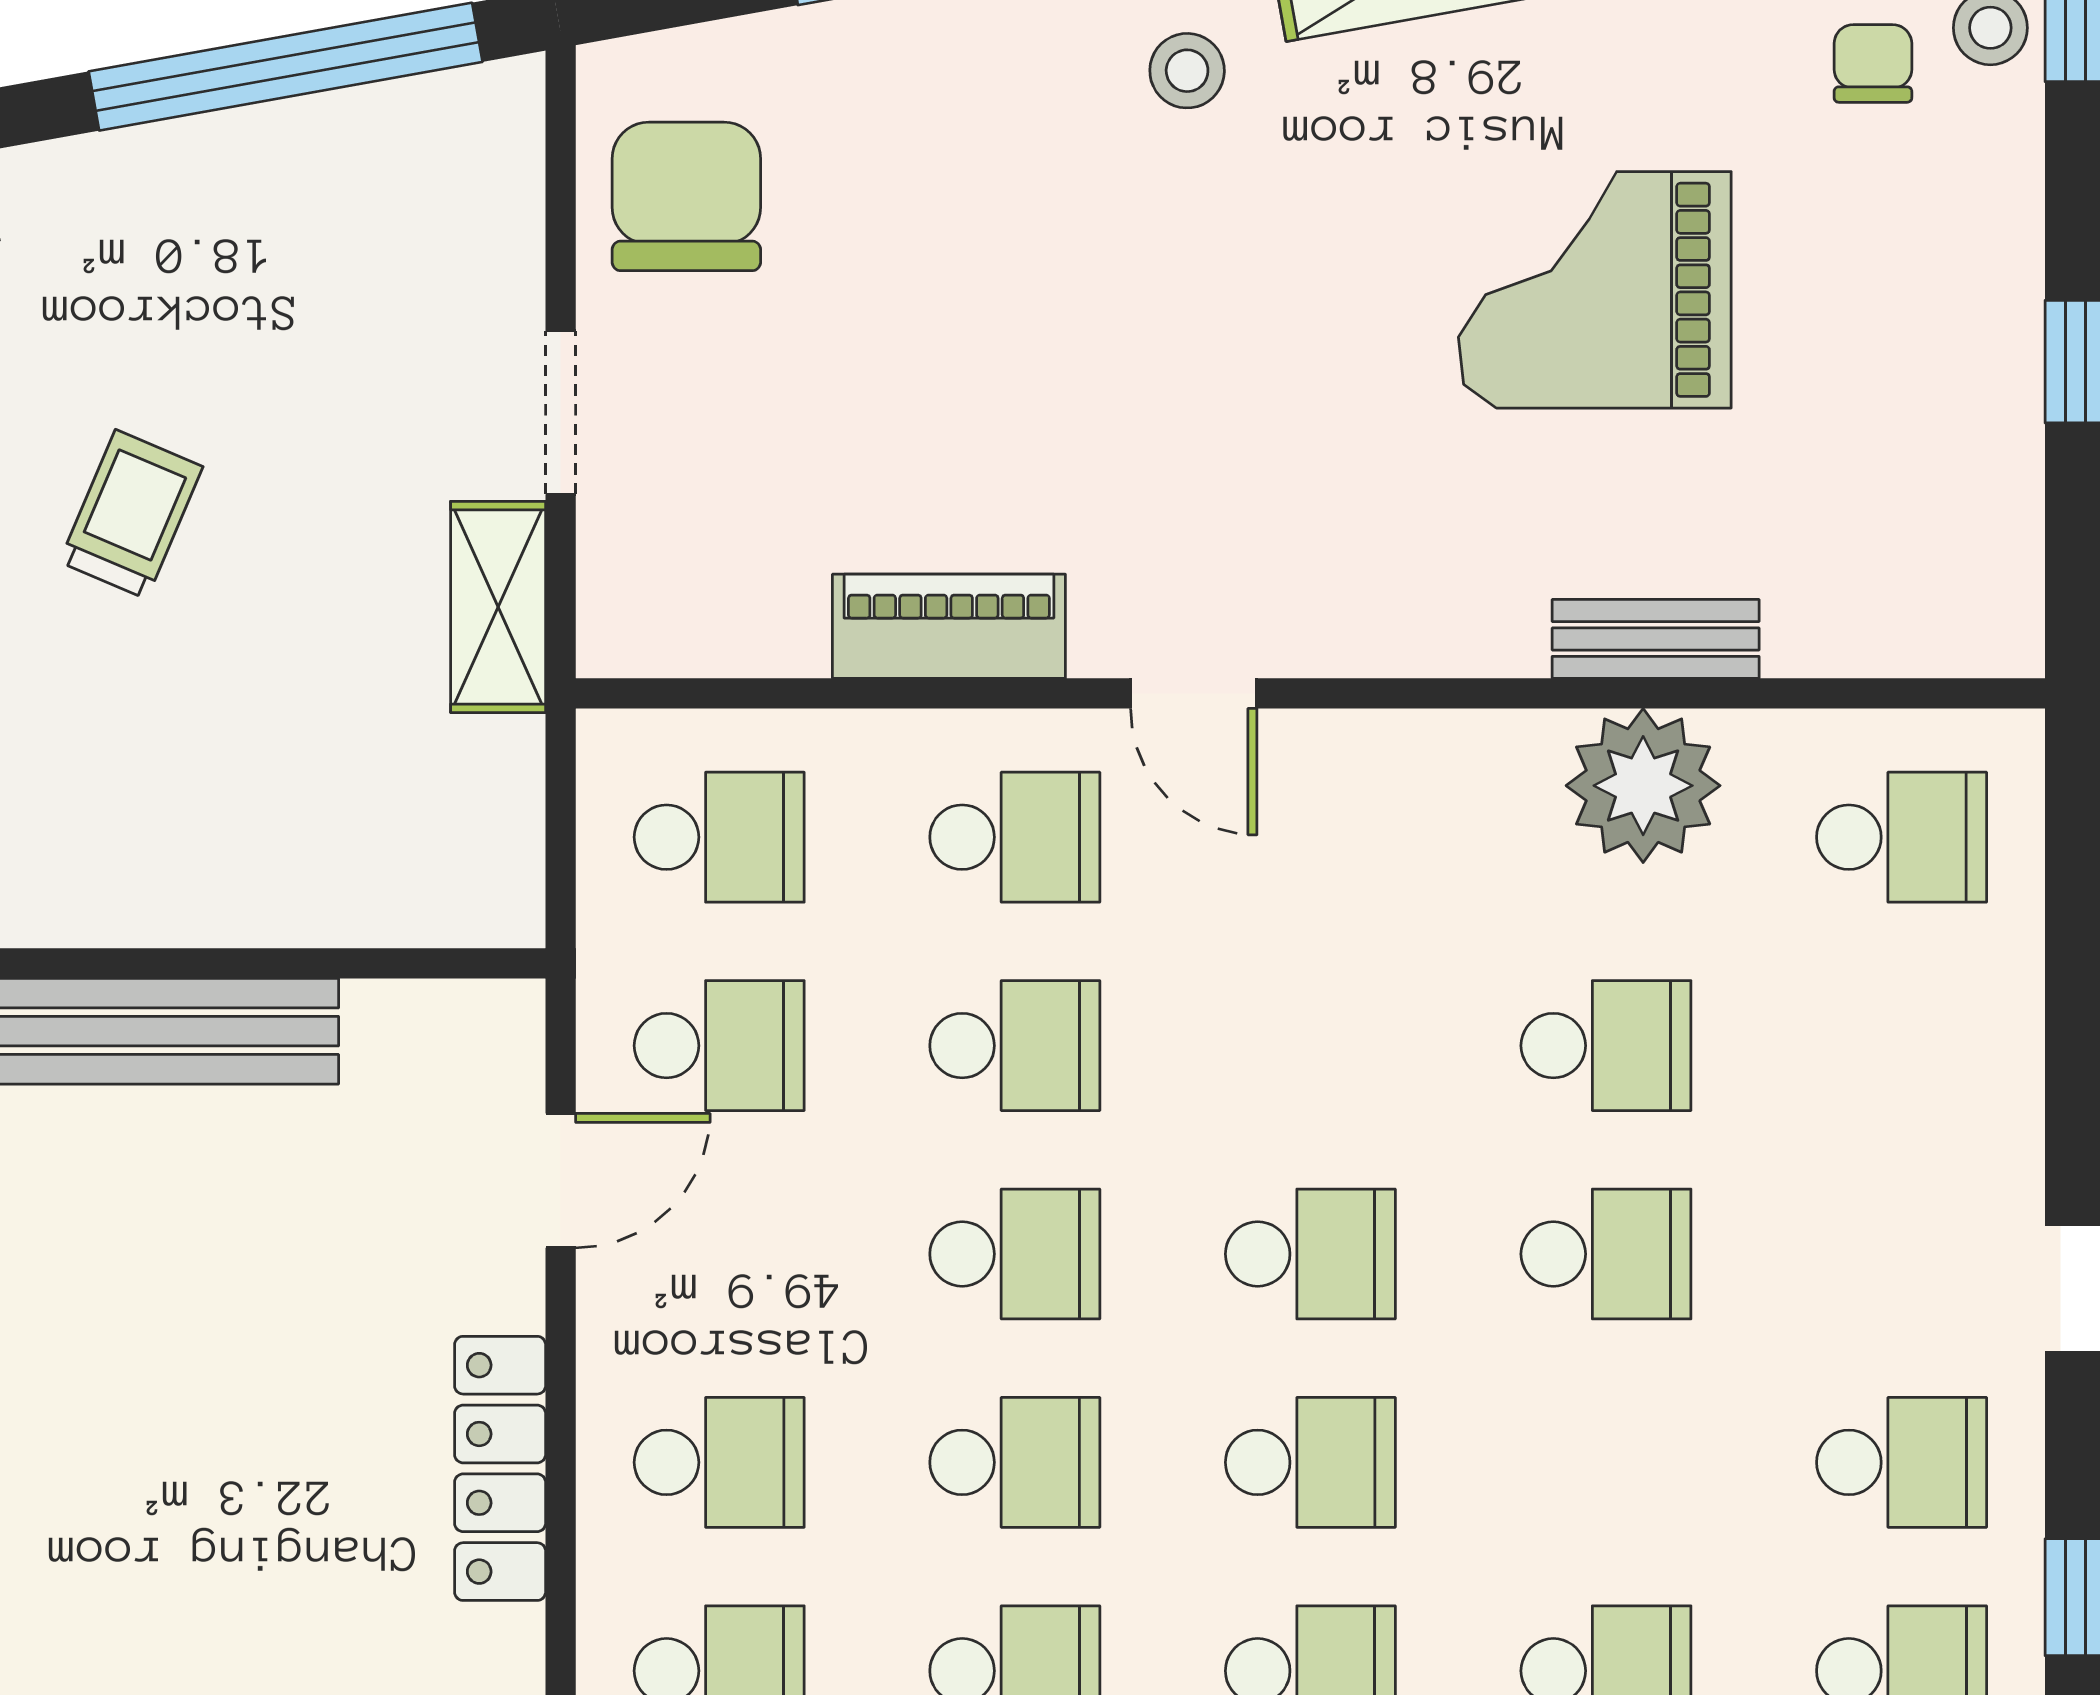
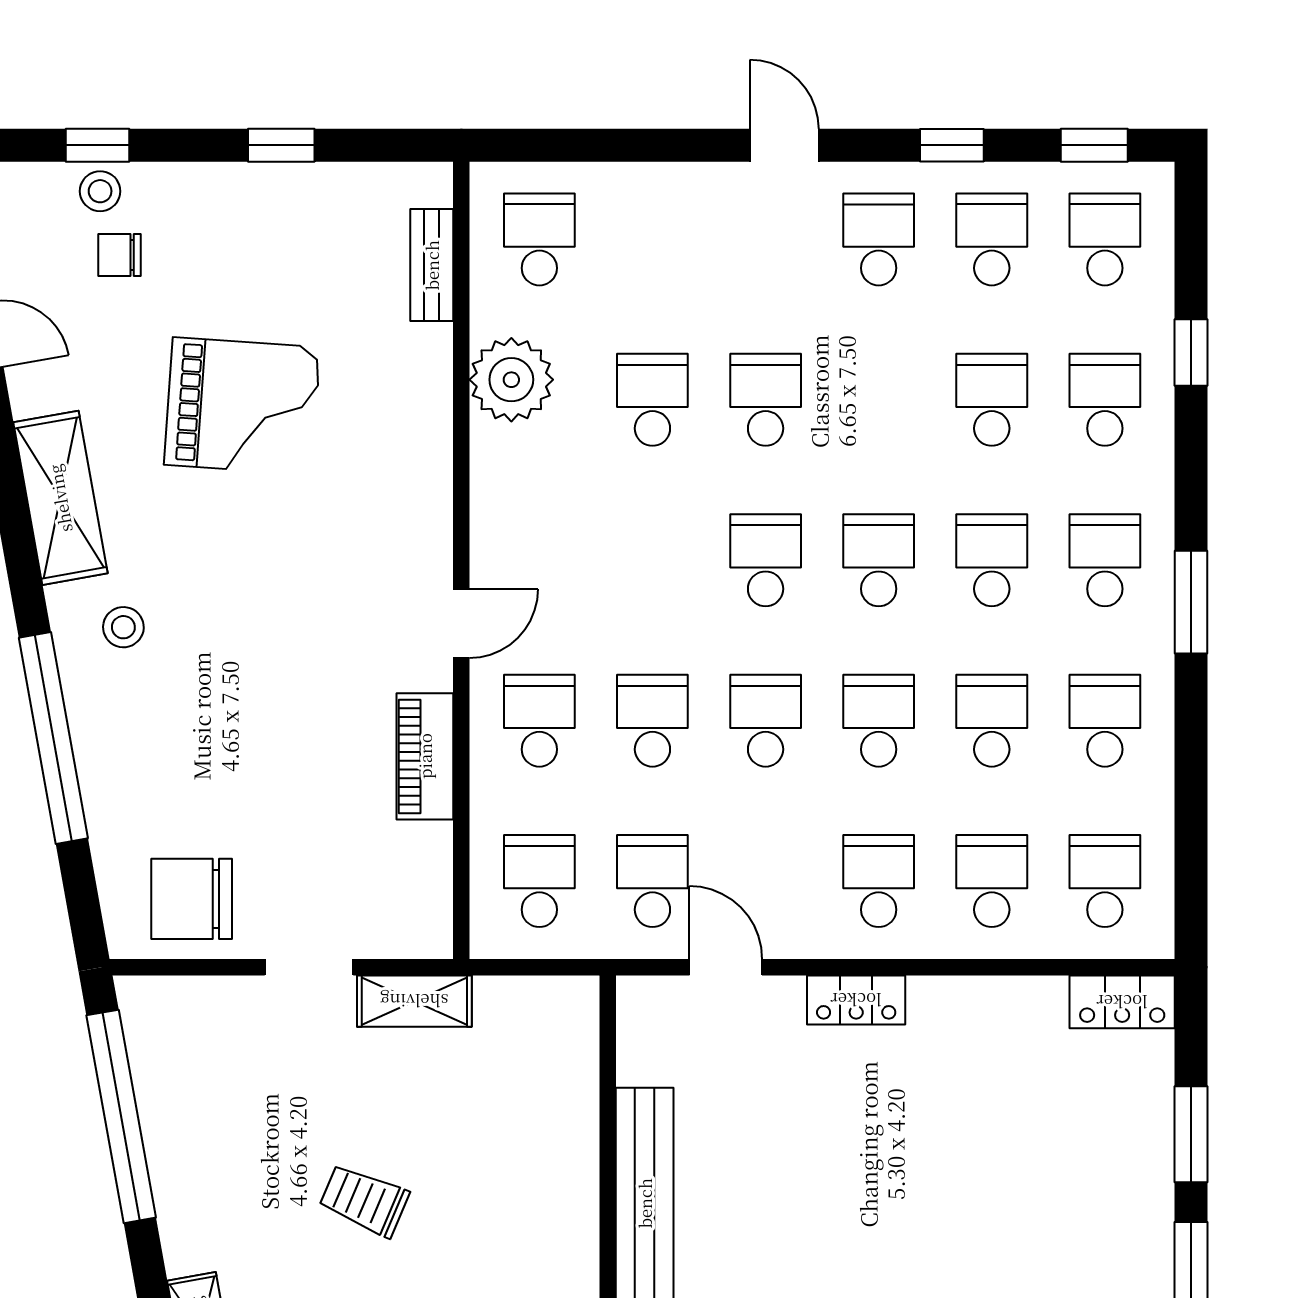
grand piano: (1595, 290) -> (242, 406), turned -86
bench: (1656, 639) -> (432, 265), moved
locker: (500, 1468) -> (856, 1000), width x0.66

